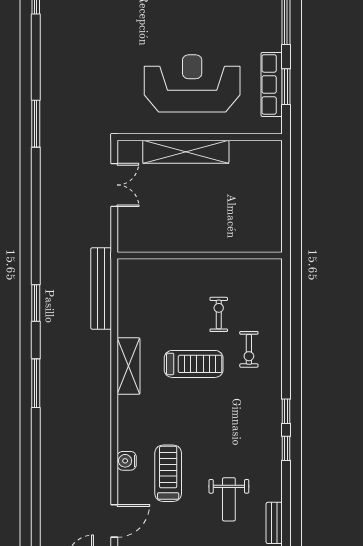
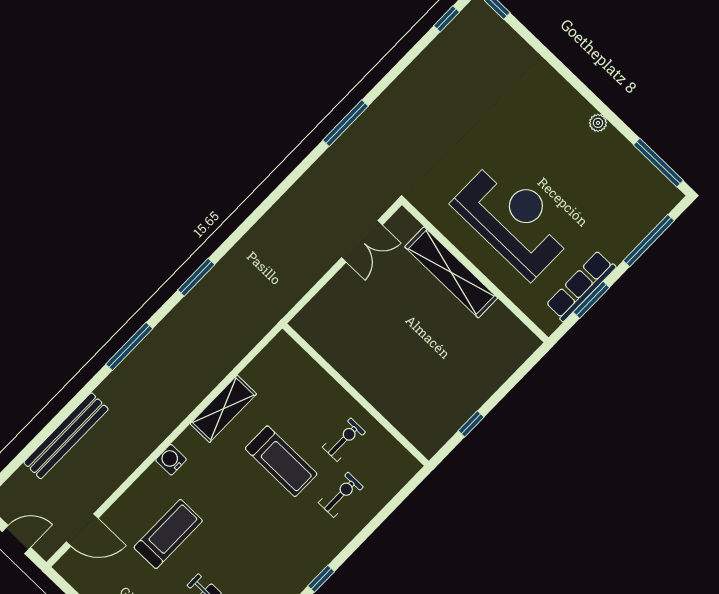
window: (286, 231) -> (471, 424), added
wall: (200, 255) -> (356, 395), moved
bench: (101, 289) -> (66, 436), moved
exercise bike: (249, 349) -> (341, 495), turned 180
water cooler: (127, 461) -> (171, 460), moved

